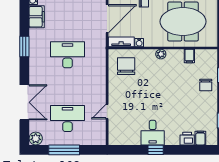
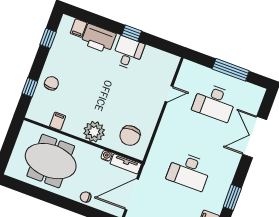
plant: (161, 54) -> (94, 132), width x1.88, depth x1.88
plant: (36, 138) -> (257, 93), removed
printer: (187, 139) -> (99, 38), width x1.87, depth x1.48

